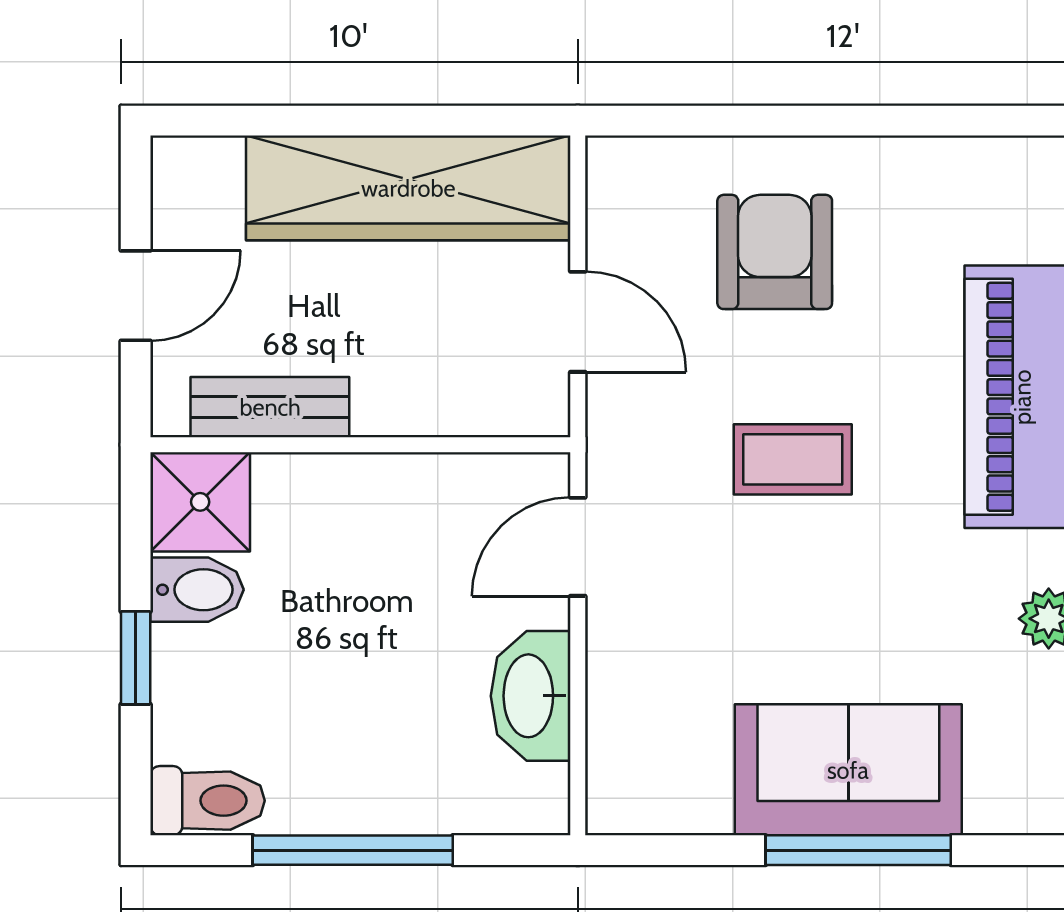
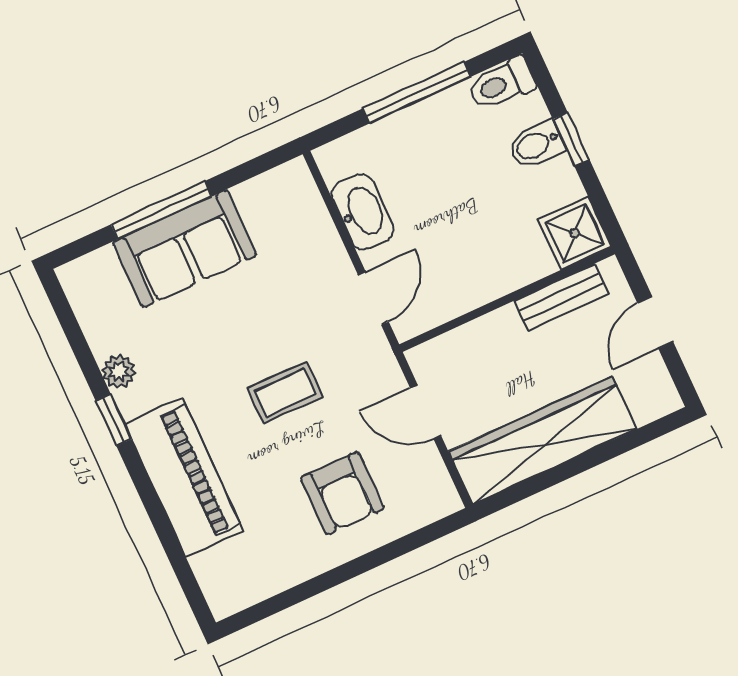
bidet: (197, 590) -> (536, 145), moved

